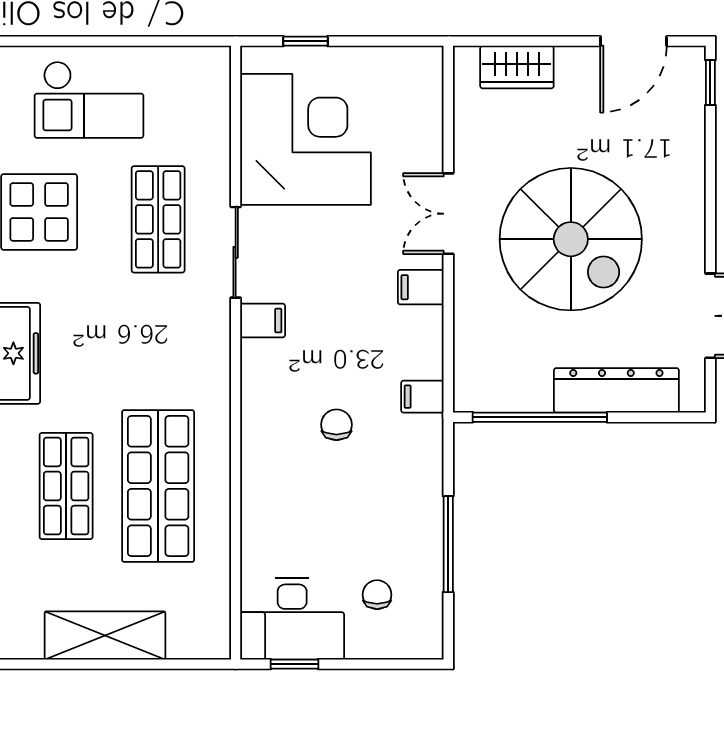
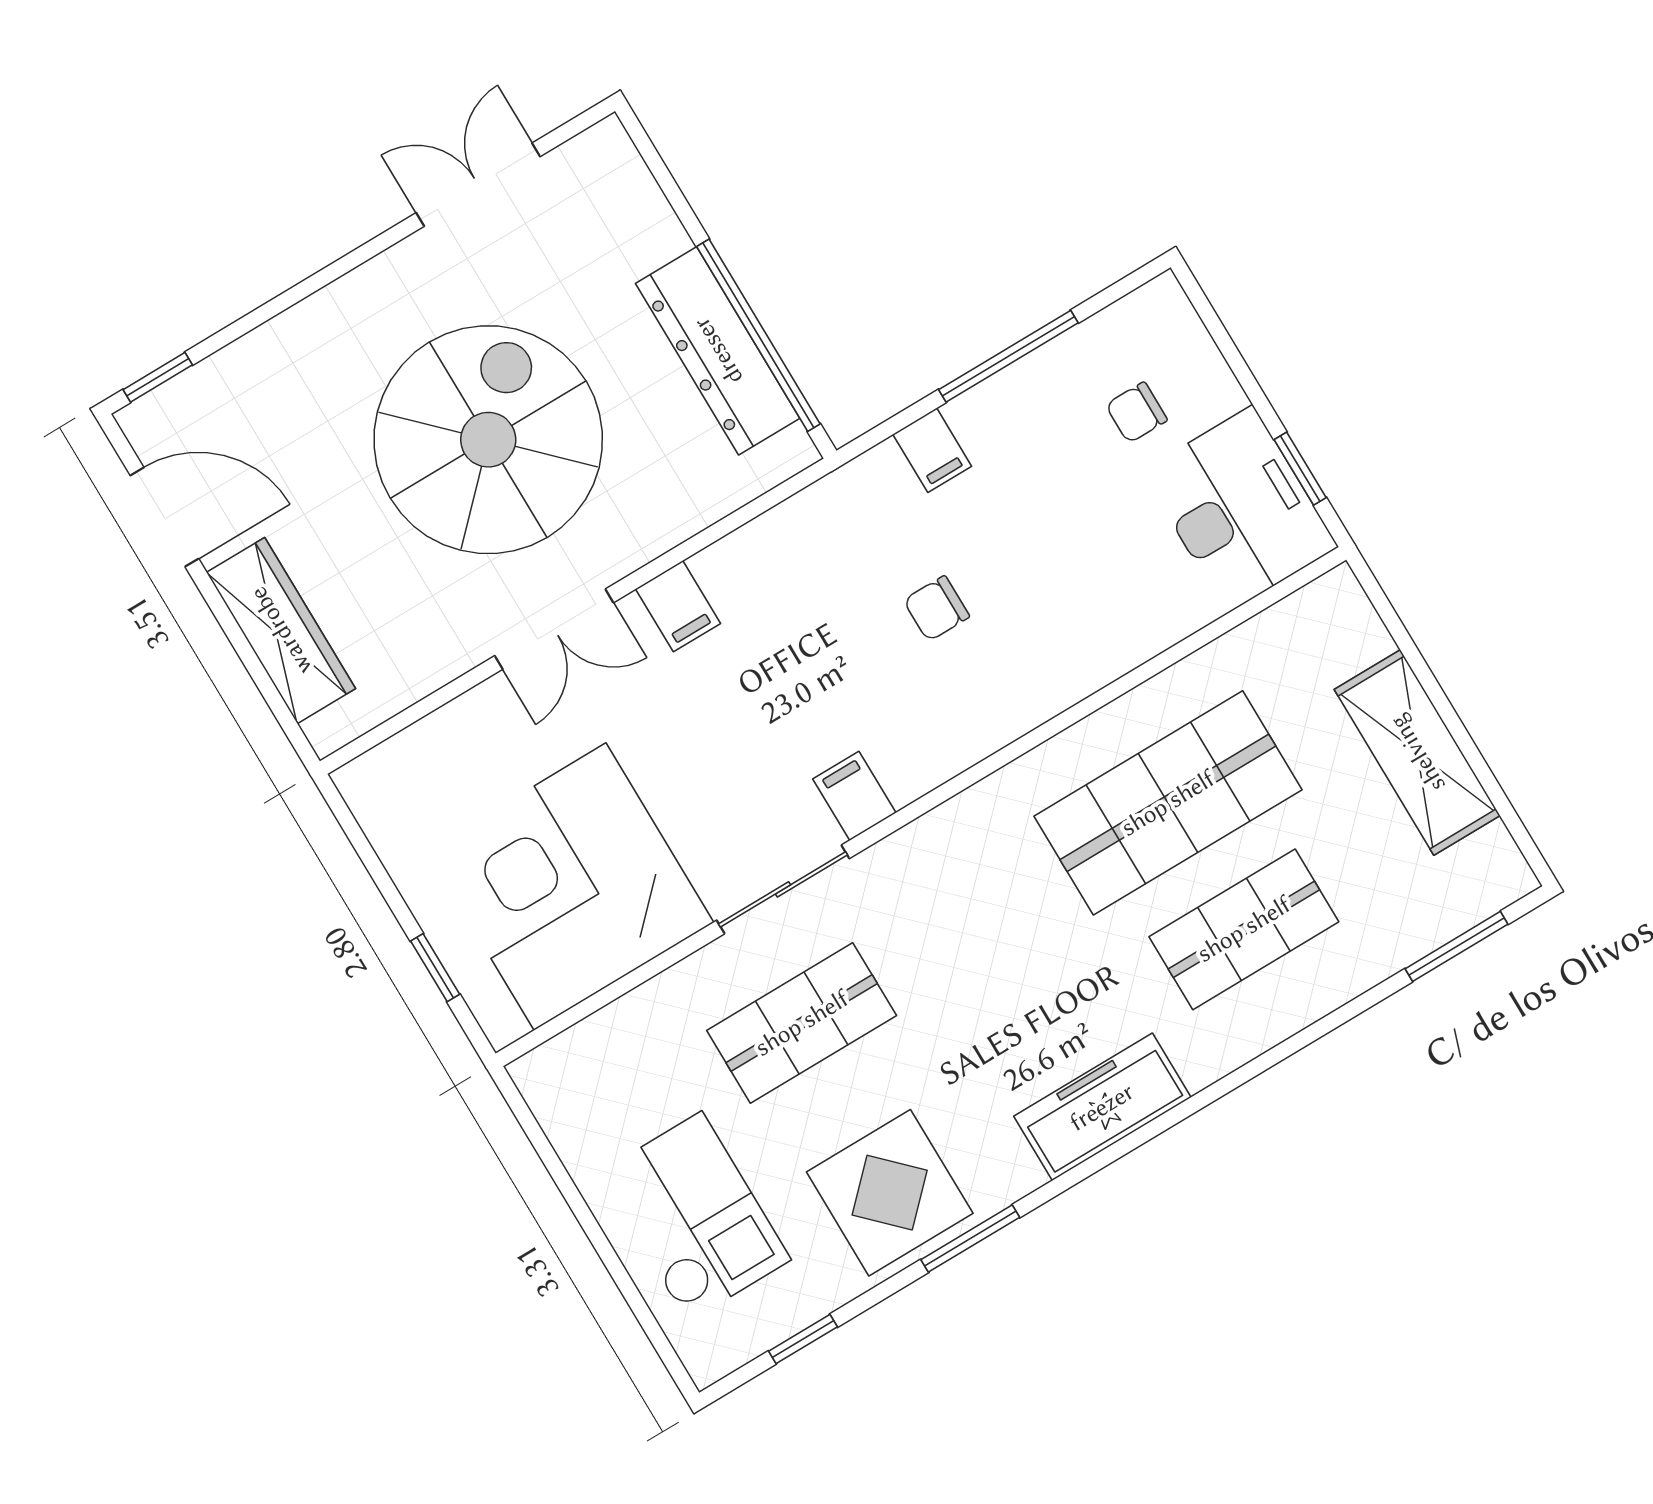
wardrobe: (517, 67) -> (281, 631), width x1.50
dresser: (616, 390) -> (718, 351), moved
filing cabinet: (422, 397) -> (932, 450), moved

